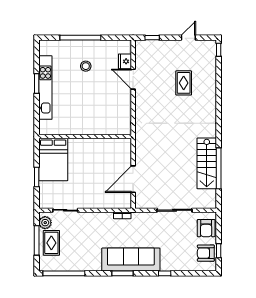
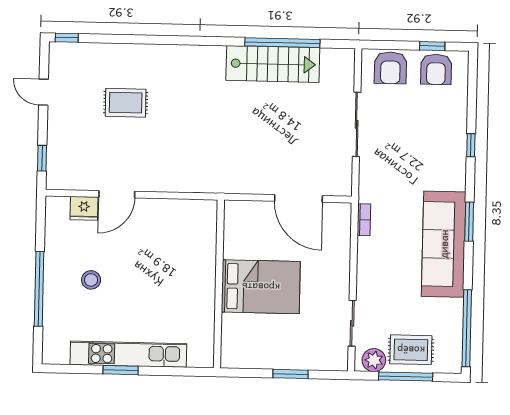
bed: (53, 160) -> (261, 287), moved
armchair: (206, 228) -> (390, 68), turned 90
sofa: (131, 260) -> (444, 244), moved

